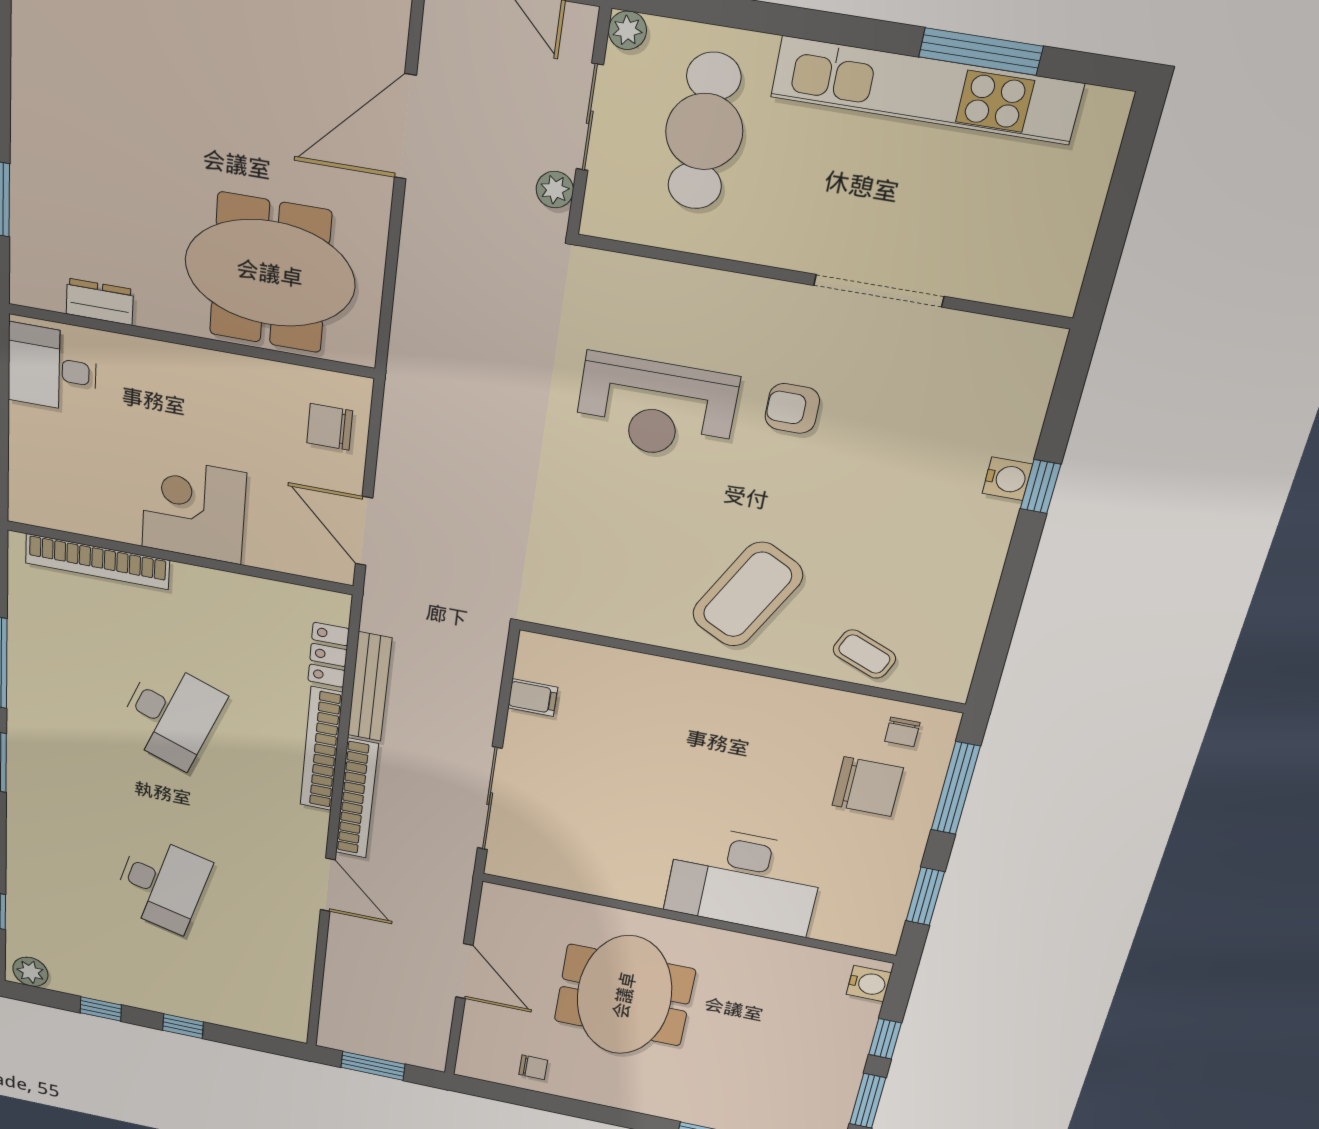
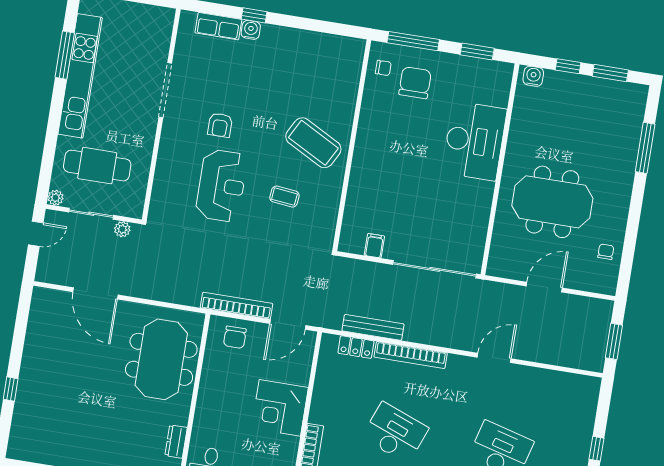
row of seats: (1022, 410) -> (218, 26), added
coffee table: (864, 654) -> (284, 197), moved, turned 73
bookcase: (357, 799) -> (237, 306), moved
sliding door: (490, 799) -> (435, 269), width x1.36

